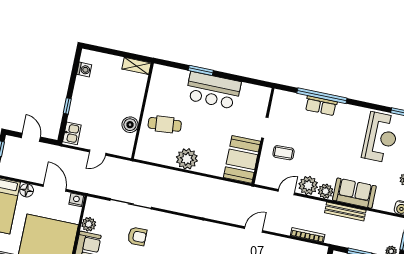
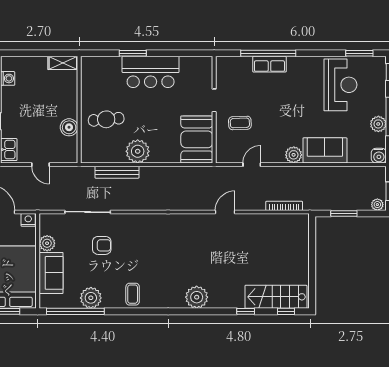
door: (98, 153) -> (41, 165), hinge flipped
plant: (308, 185) -> (274, 153), removed
bench: (345, 211) -> (117, 172), moved

